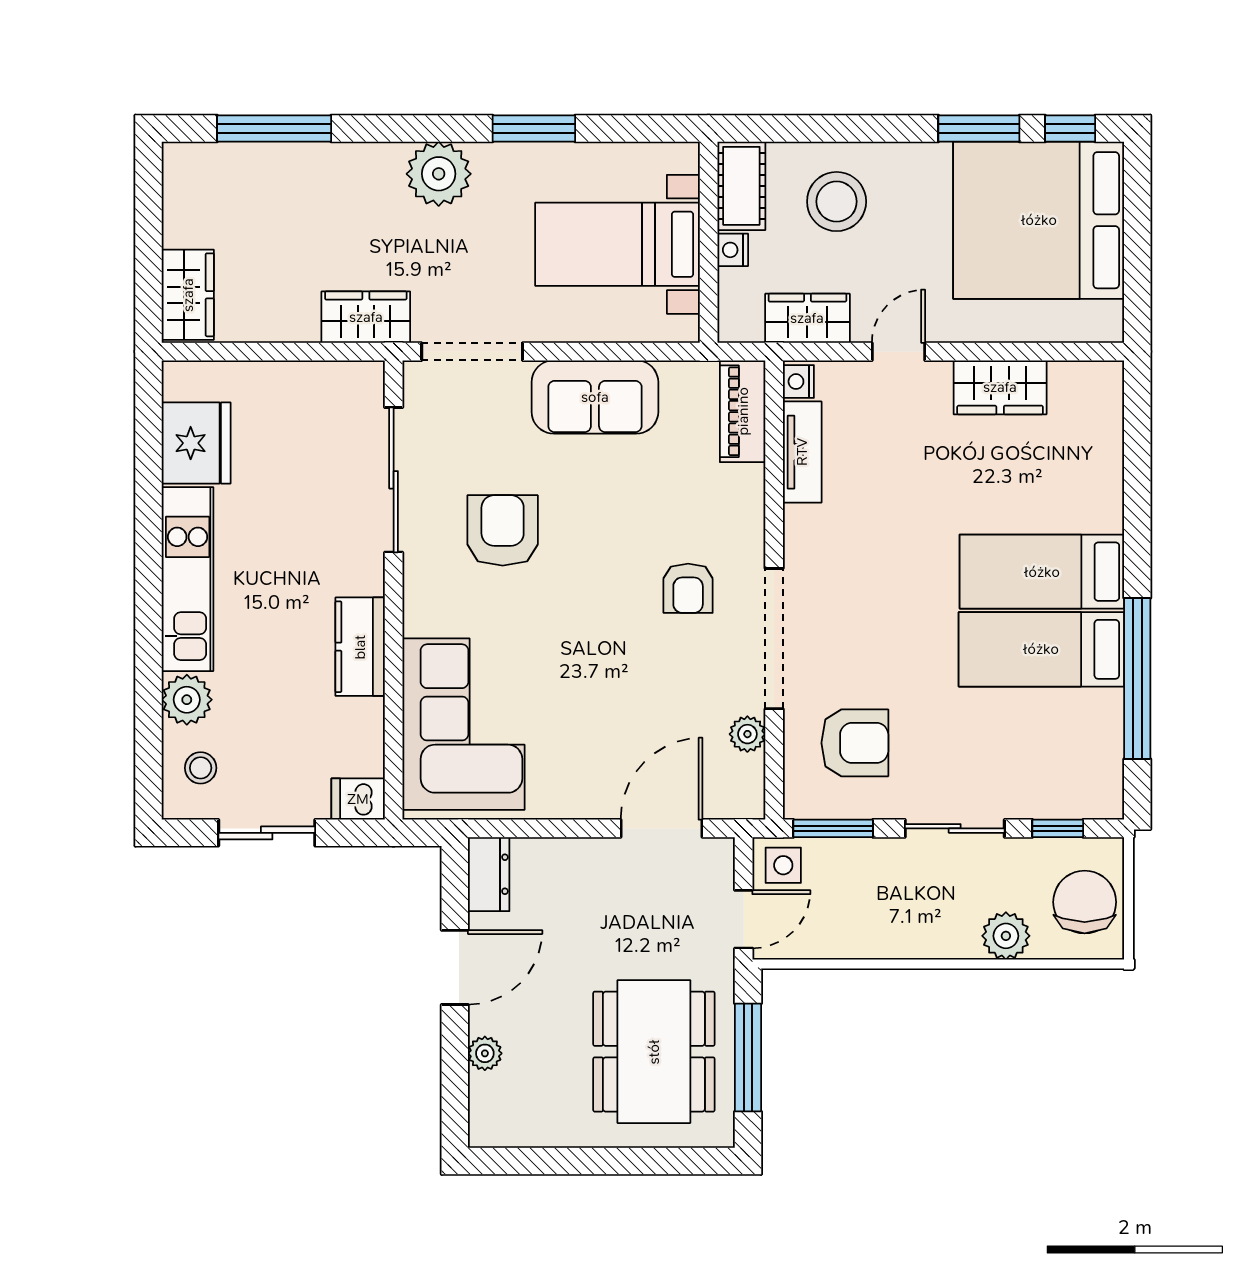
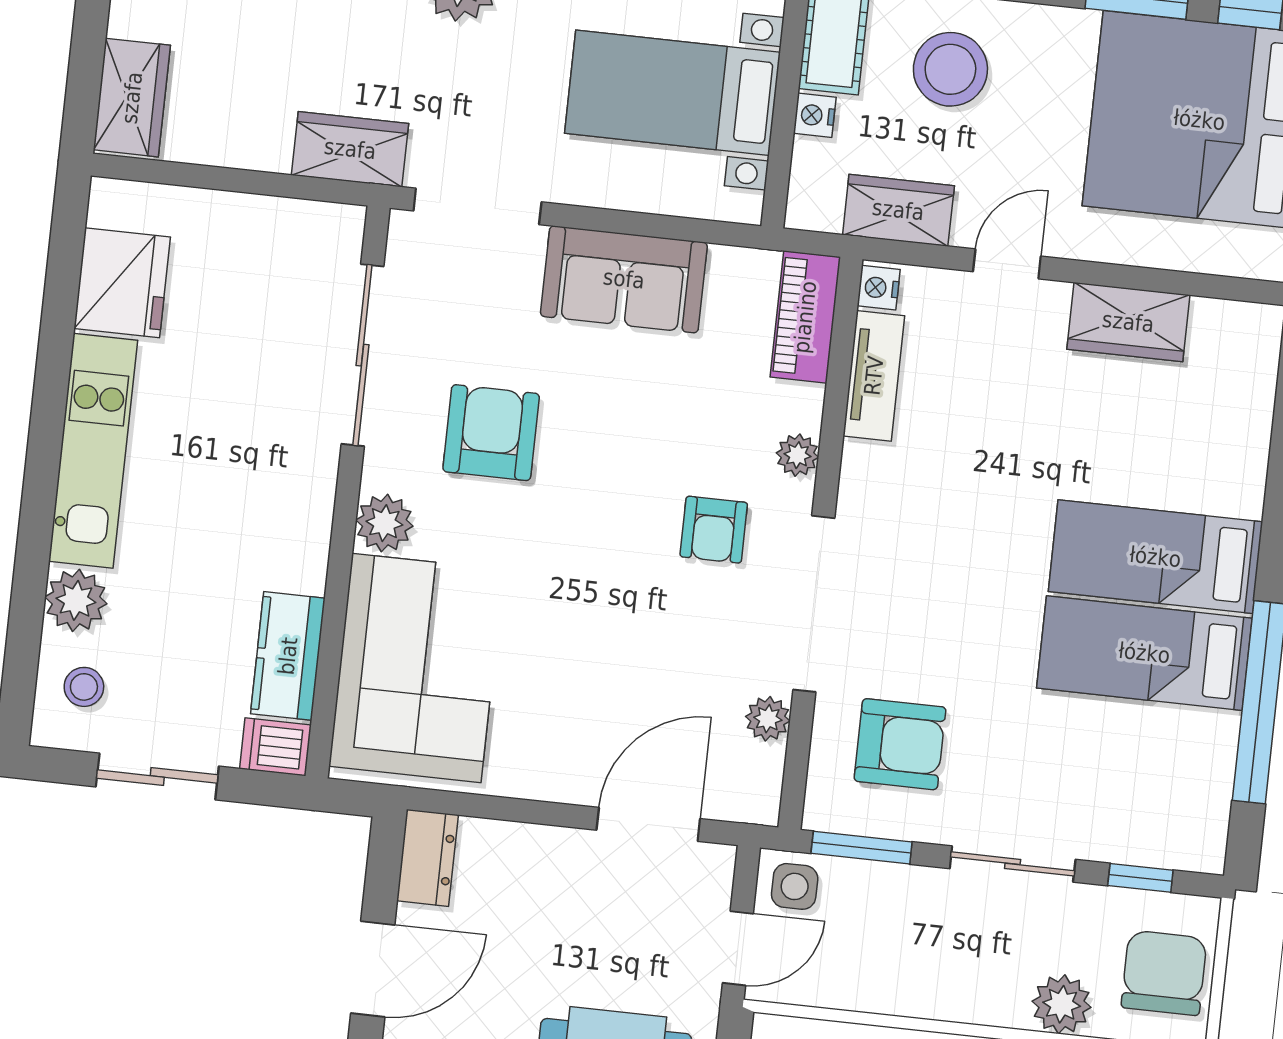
plant: (748, 522) -> (797, 455), added
plant: (425, 612) -> (384, 523), added
kitchen counter: (360, 647) -> (288, 656), moved

